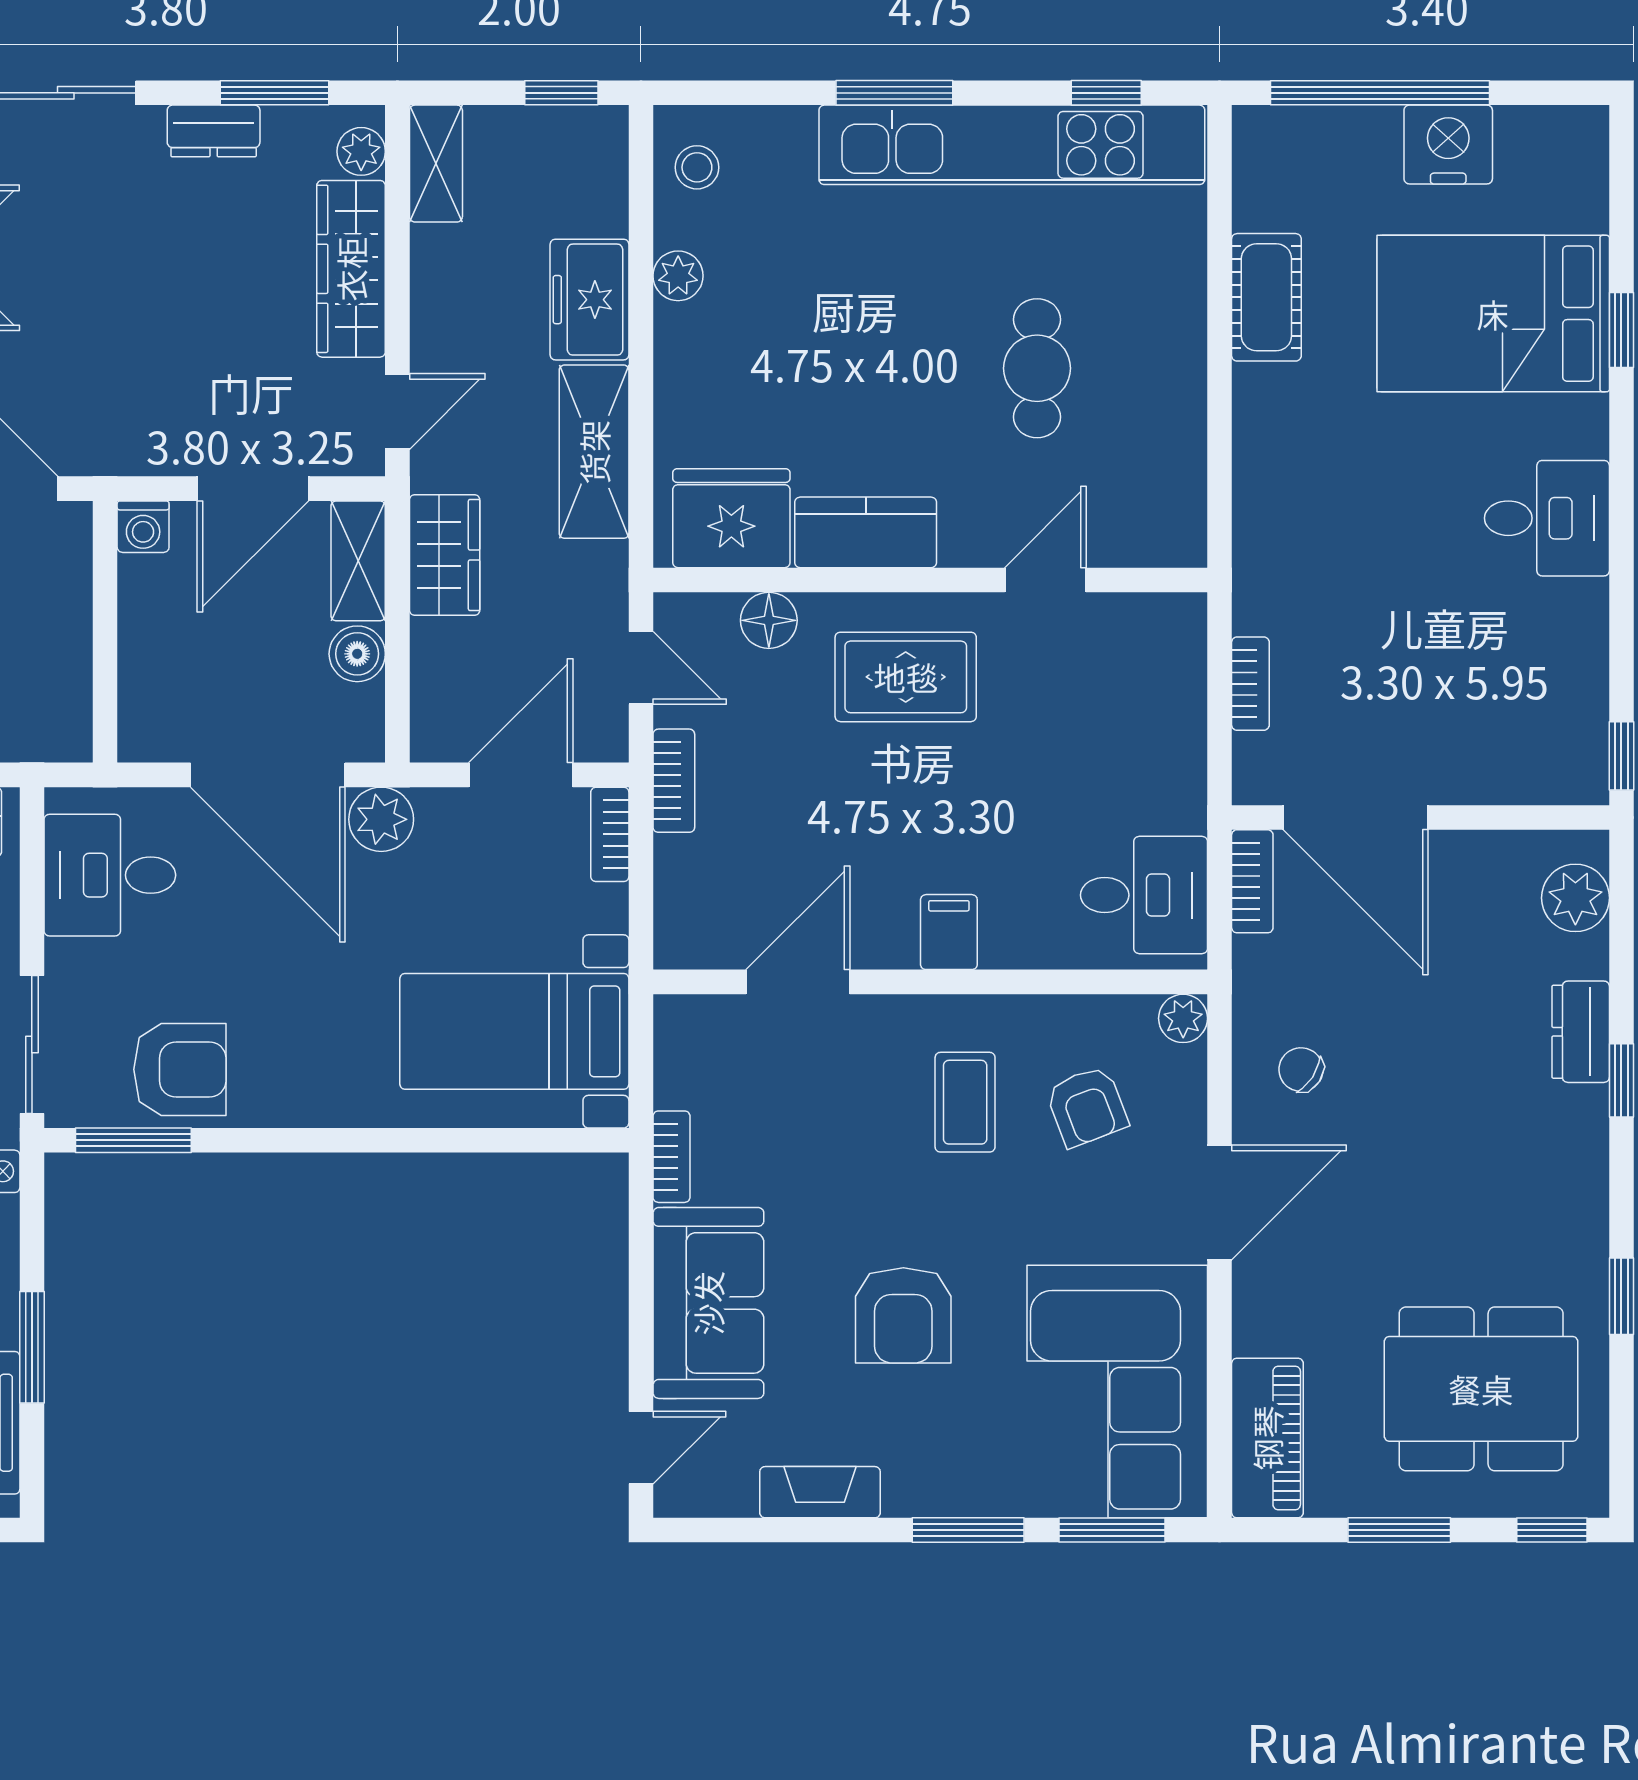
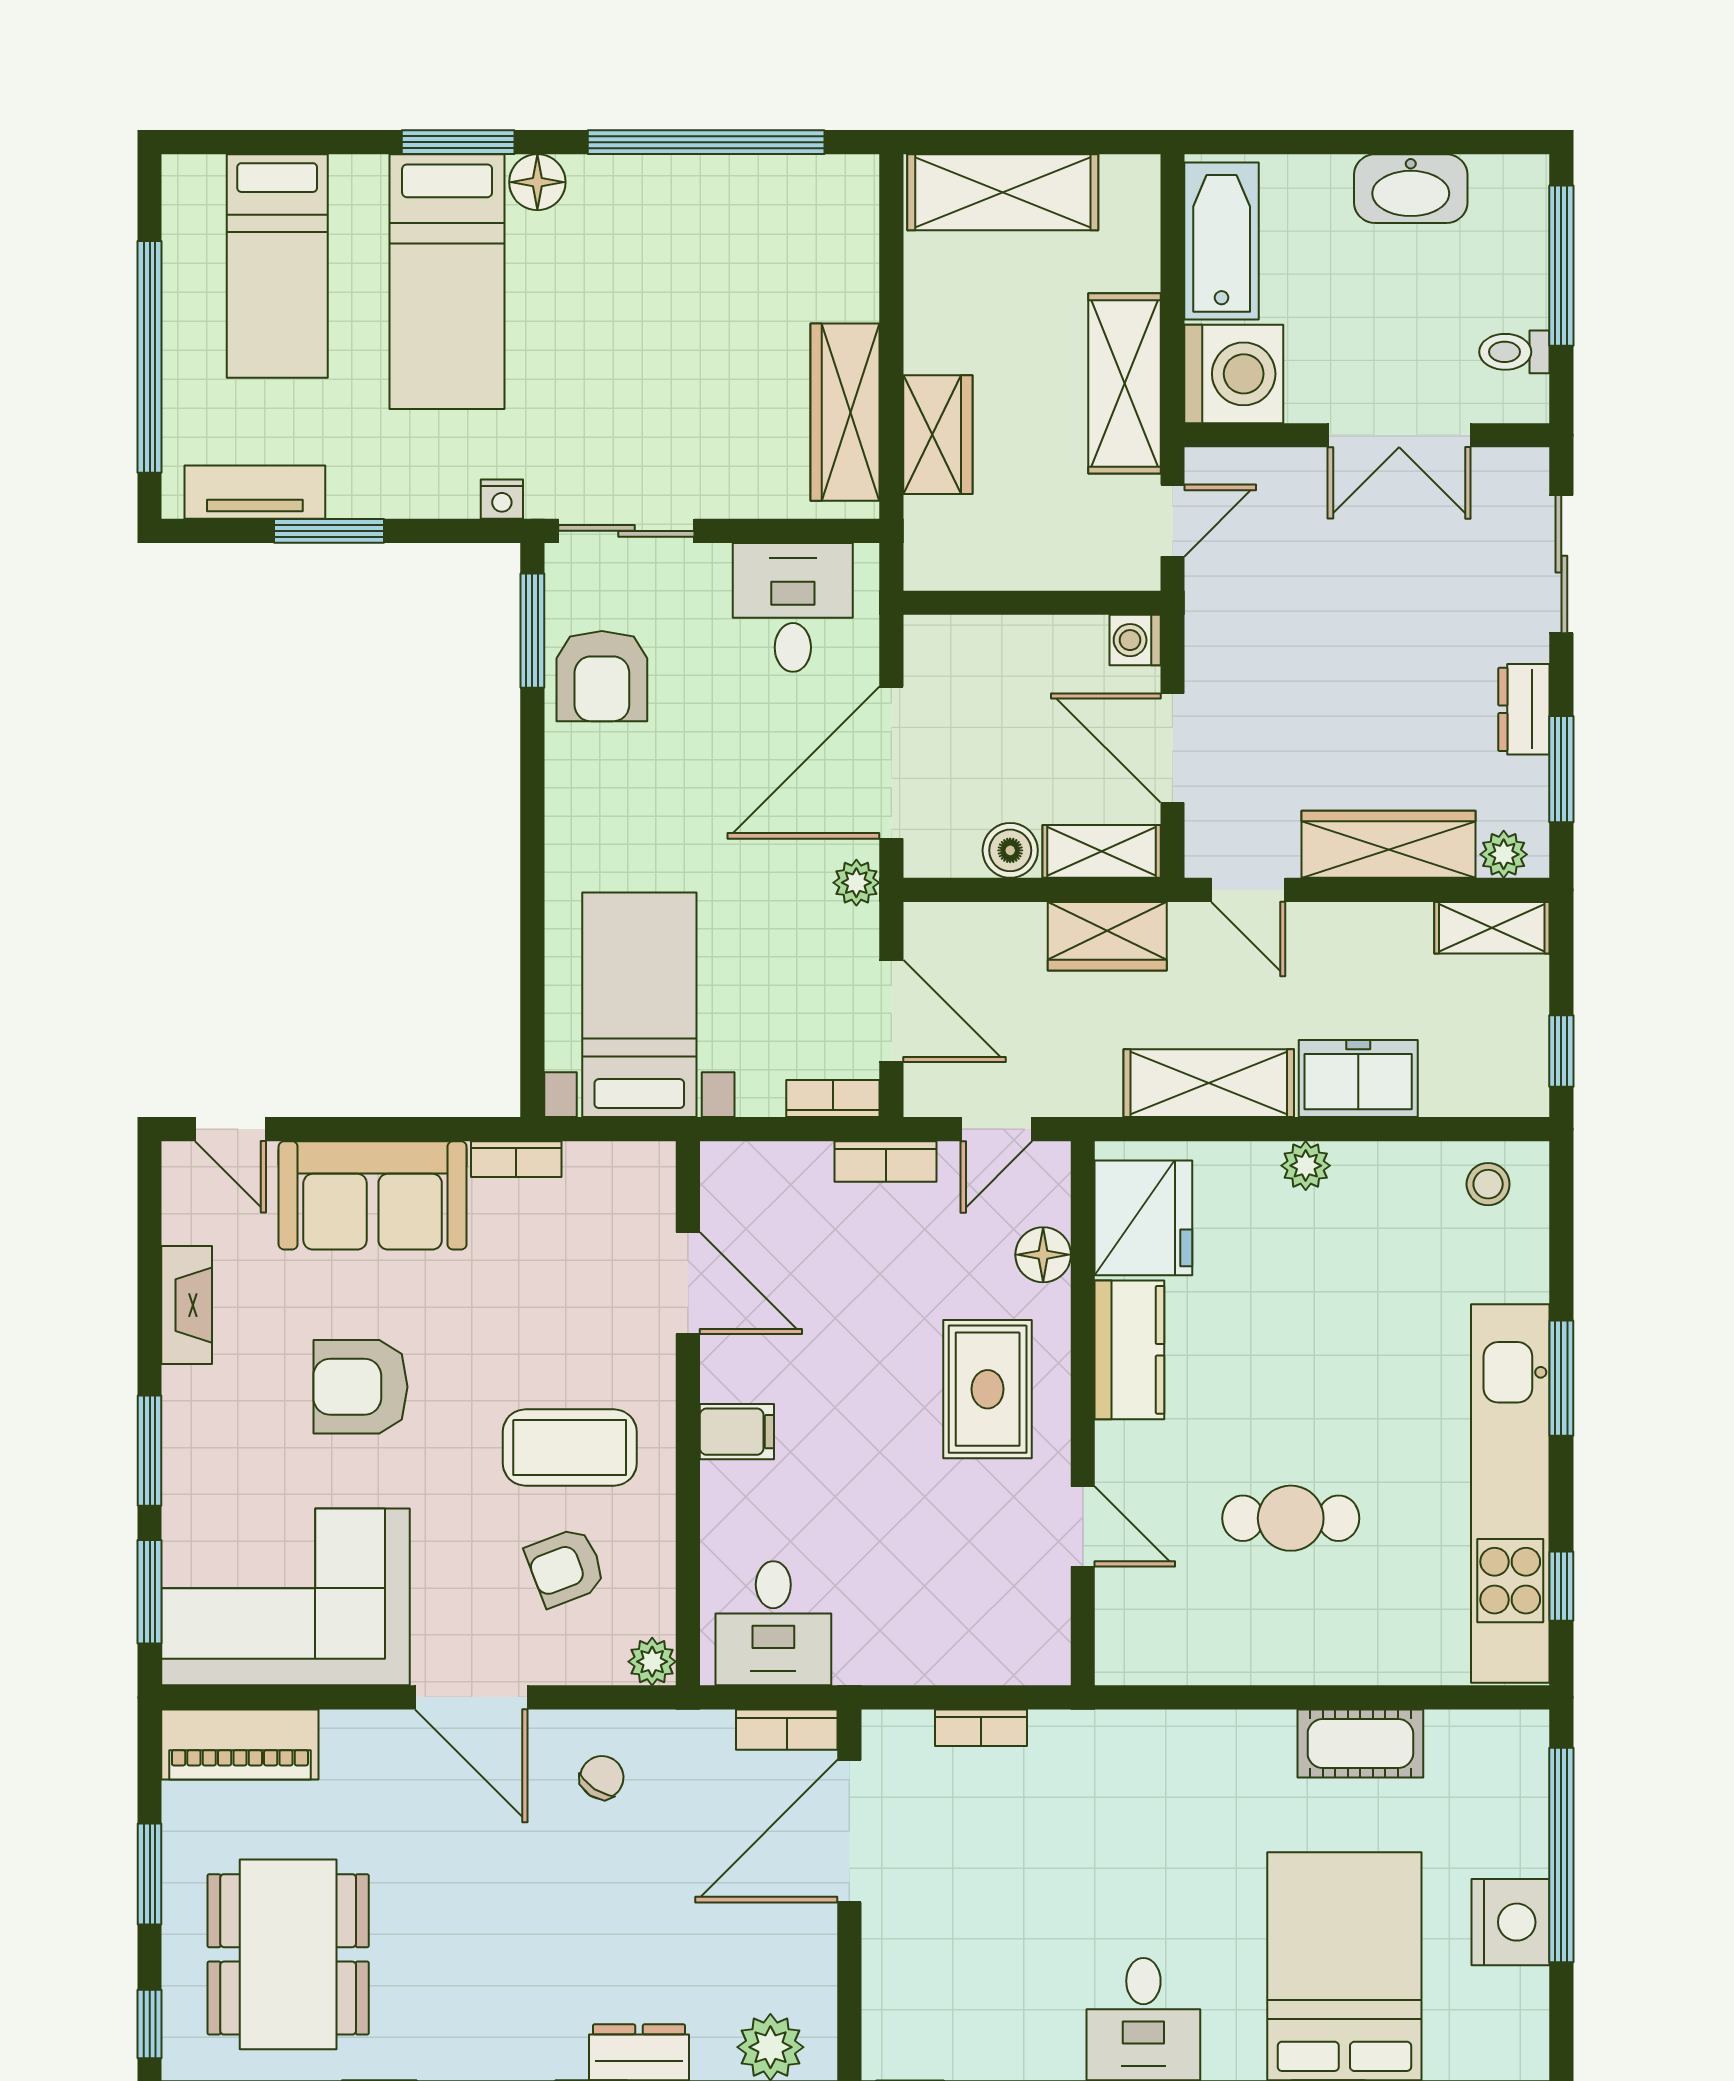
plant: (678, 276) -> (1306, 1166), moved
plant: (381, 819) -> (856, 883), width x0.73, depth x0.73
coffee table: (965, 1102) -> (570, 1448), width x1.36, depth x1.30

